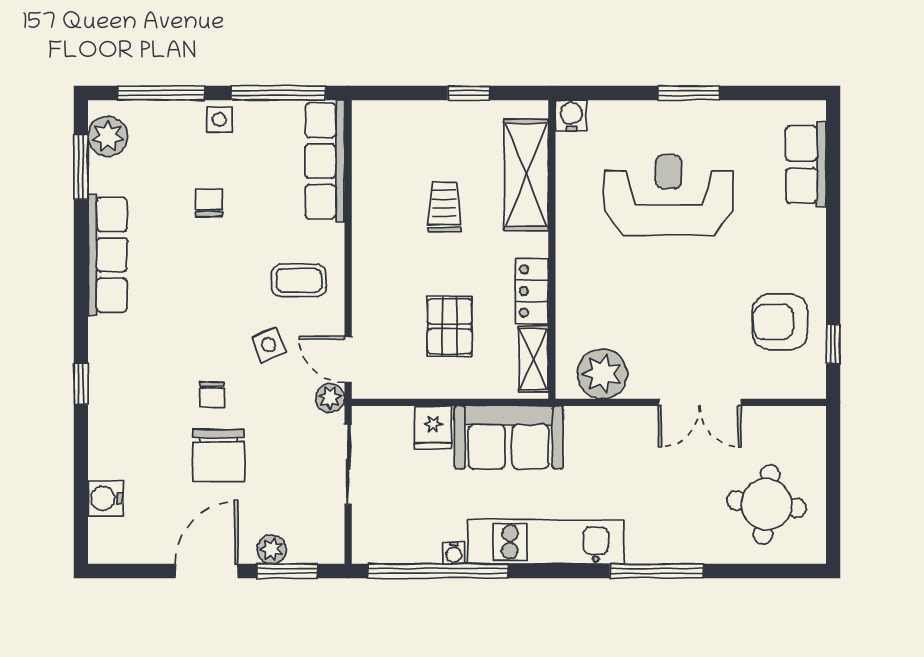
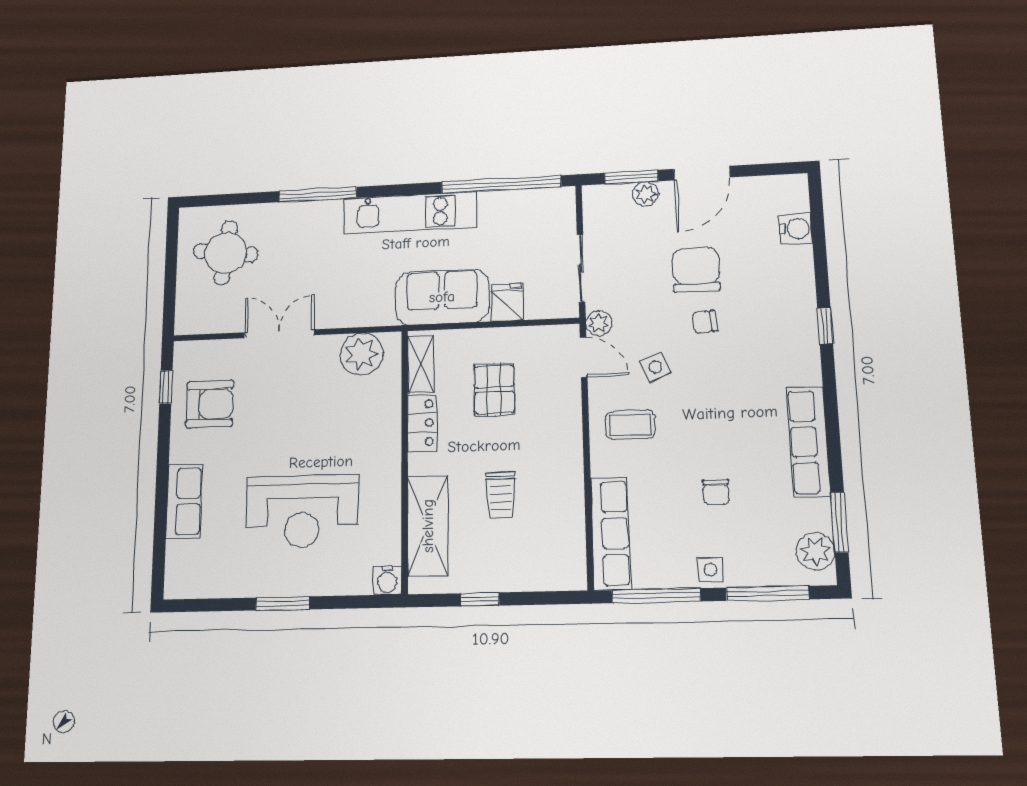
row of seats: (806, 165) -> (184, 501), moved
chair: (212, 395) -> (705, 322), turned -95
water cooler: (454, 553) -> (488, 200), removed

